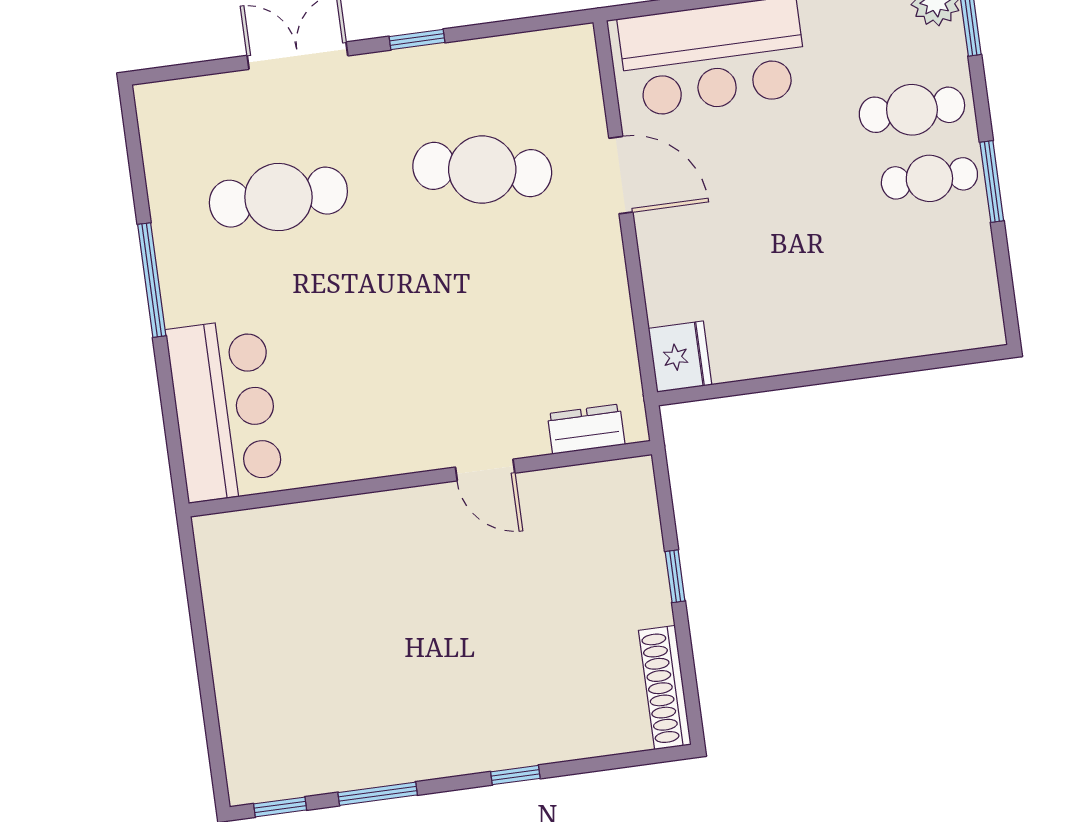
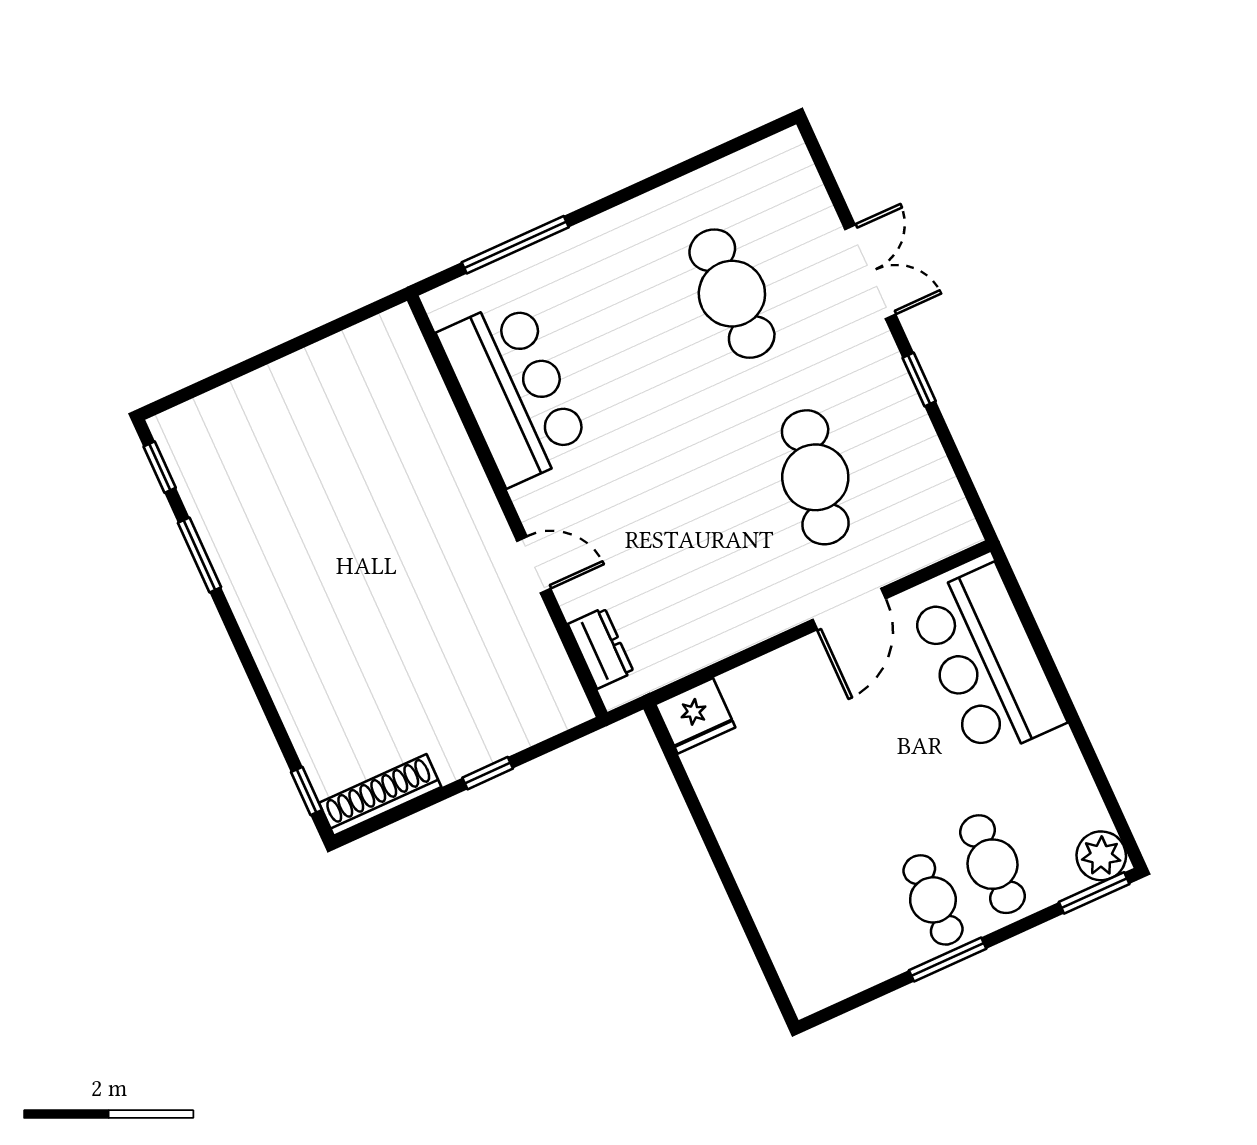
window: (152, 280) -> (515, 245), moved
bar counter: (225, 410) -> (514, 391), moved, turned -90
door: (485, 470) -> (534, 565), swing flipped
window: (515, 775) -> (306, 791), moved

